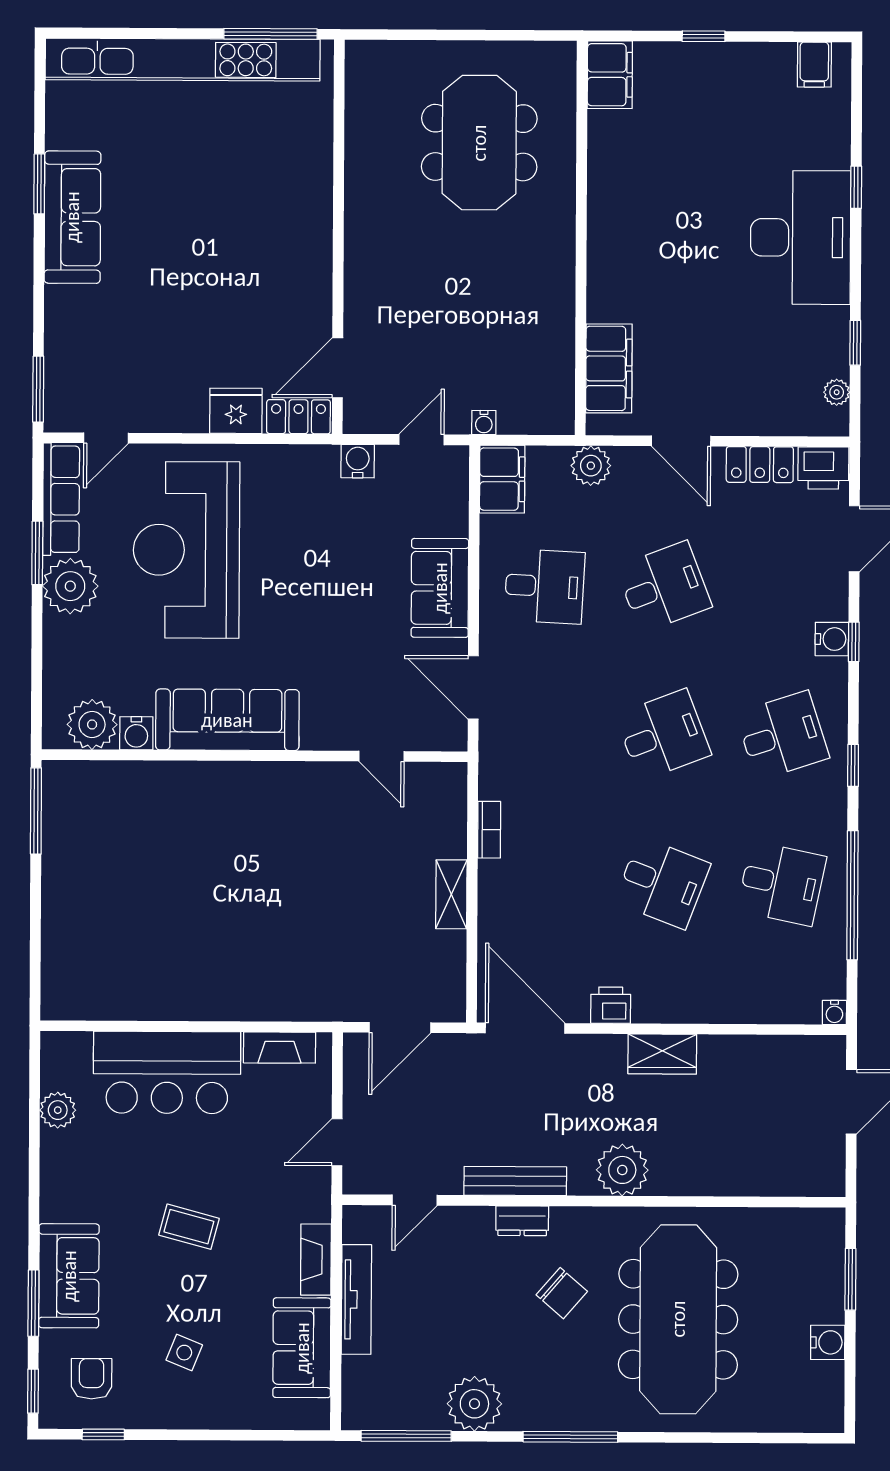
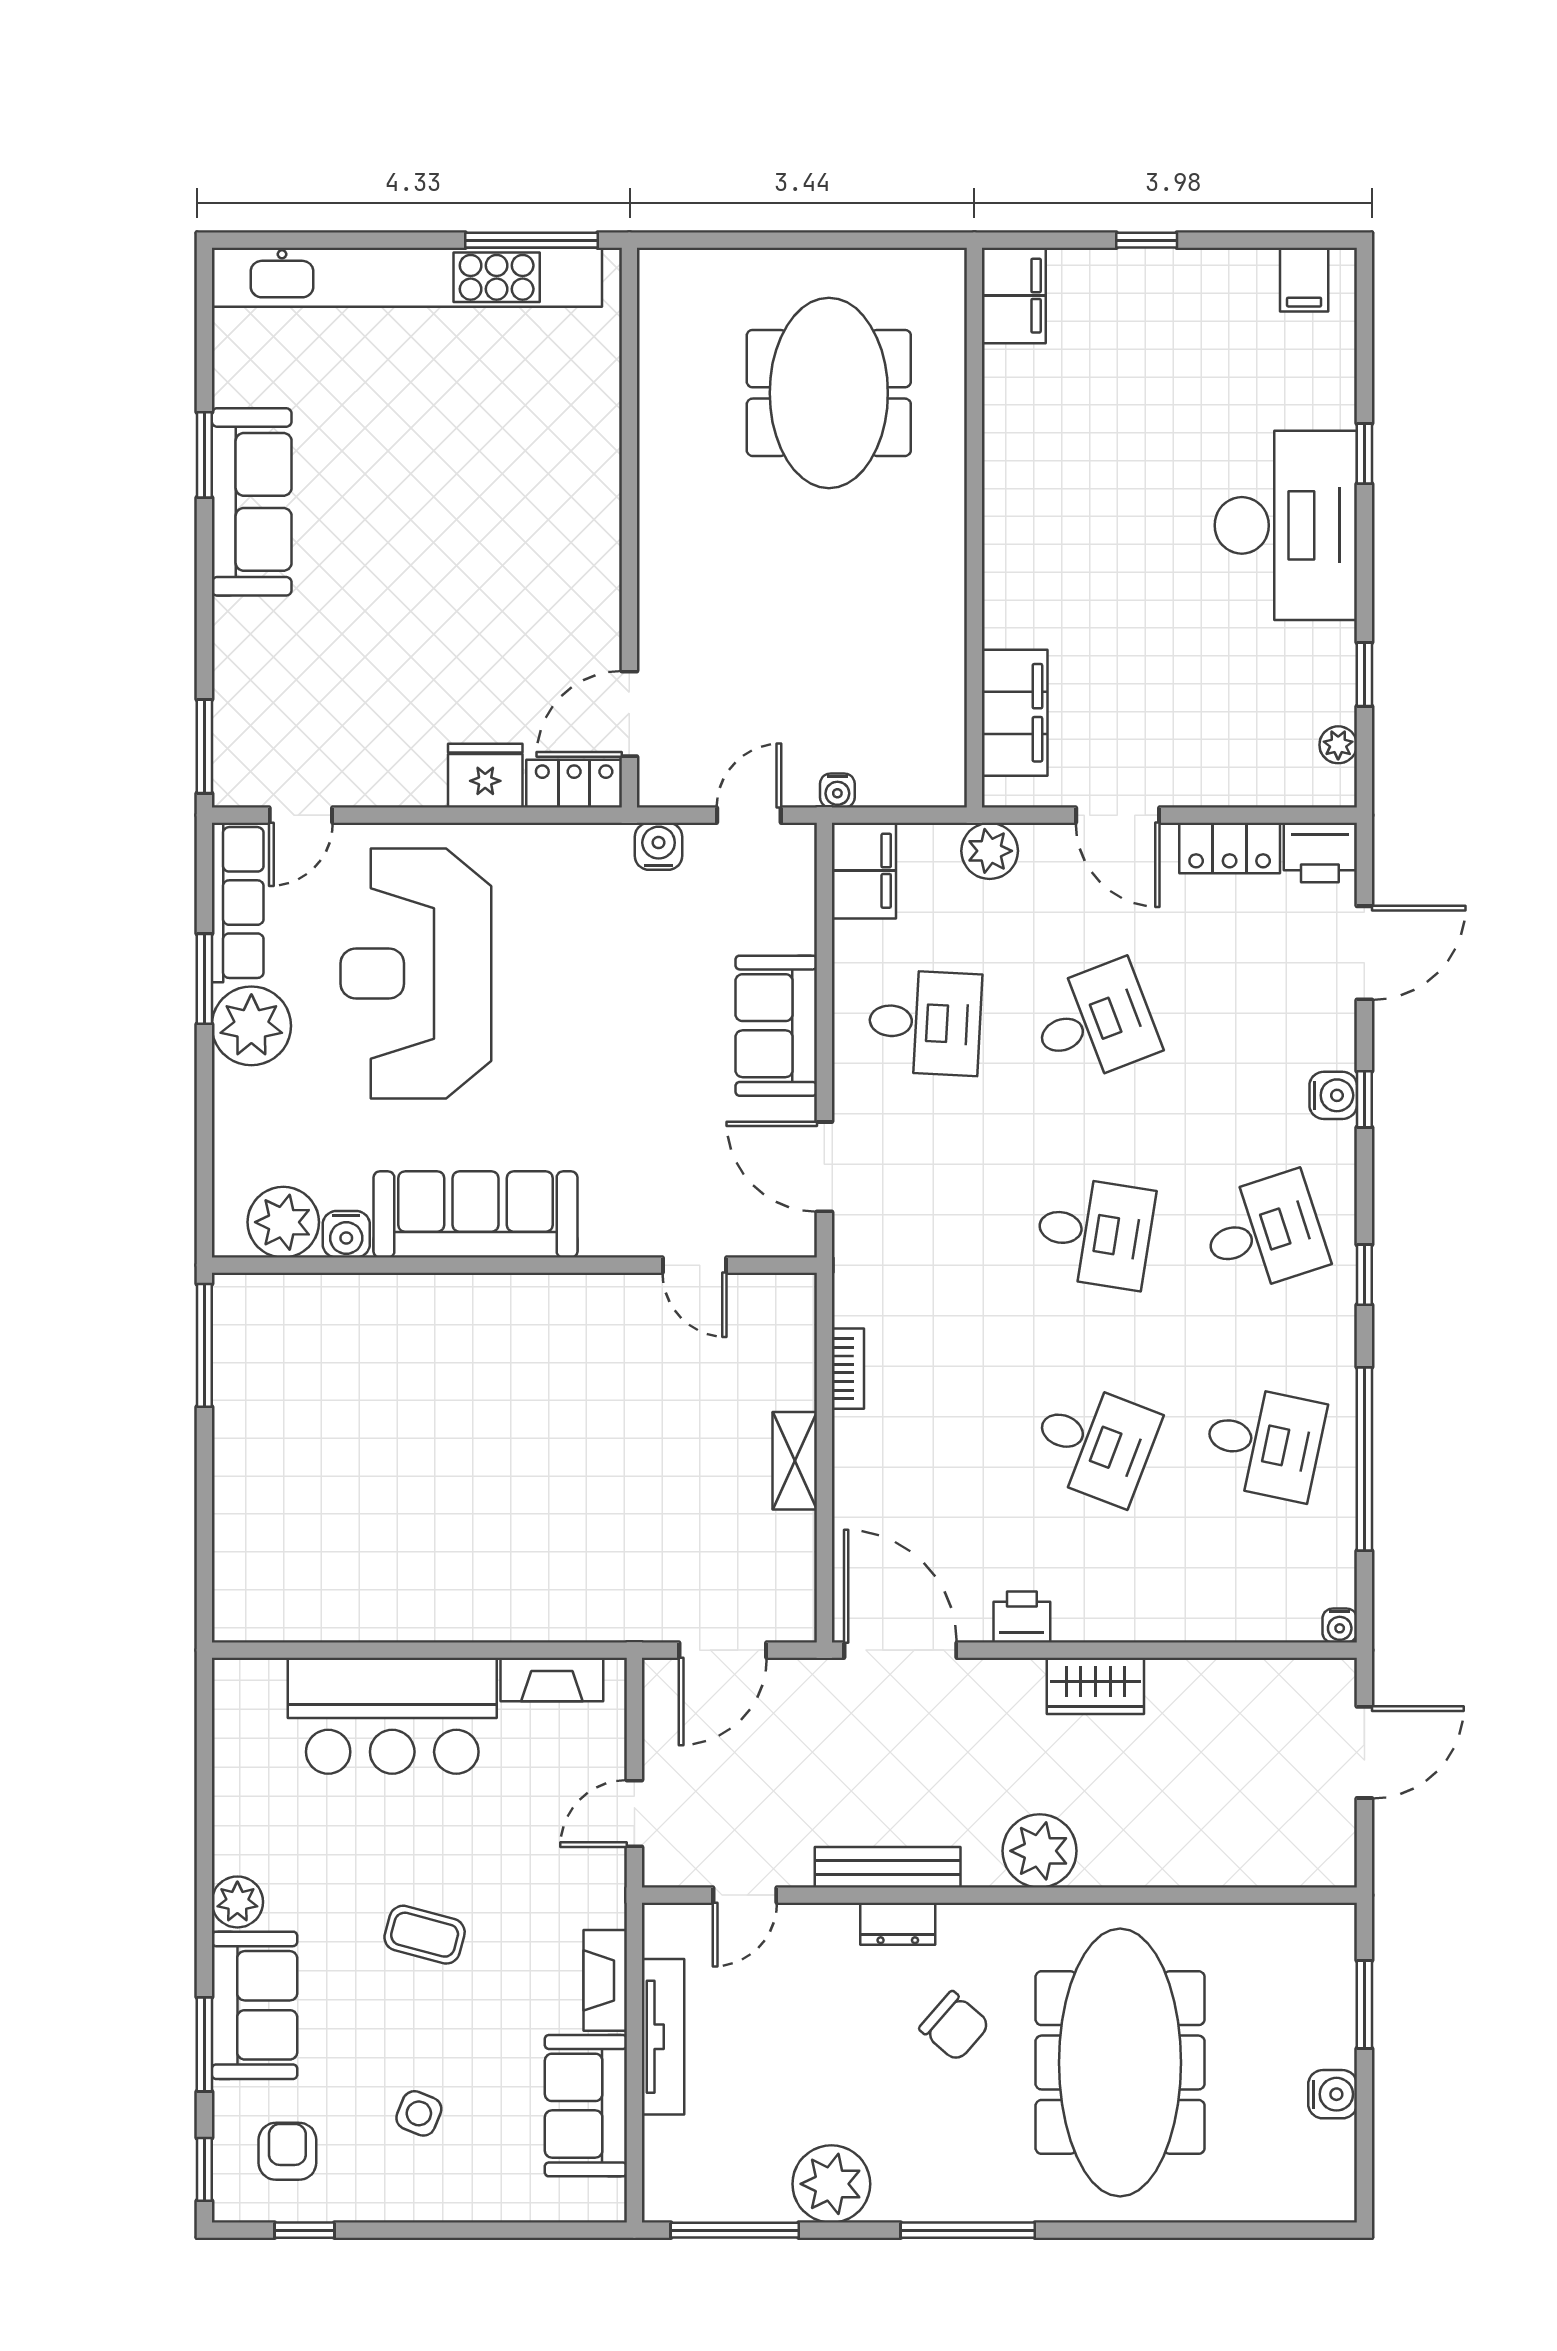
desk: (663, 735) -> (1094, 1233), turned 30
plant: (58, 1110) -> (237, 1902), moved

